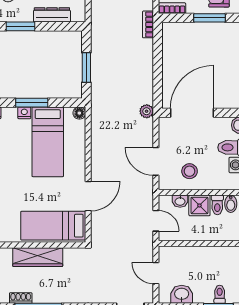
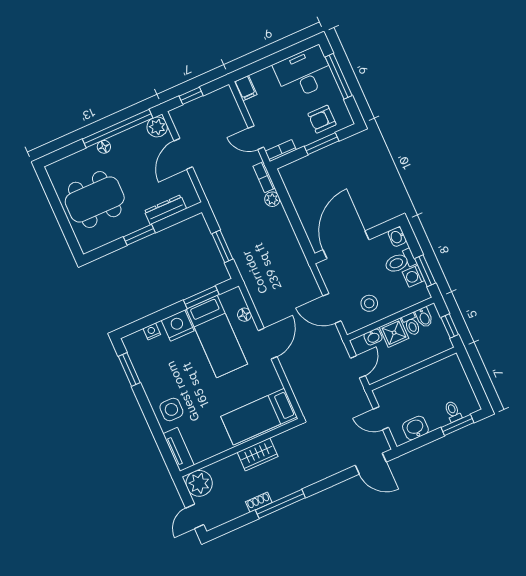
window: (32, 103) -> (201, 297), moved
plant: (147, 111) -> (272, 199), moved
nightstand: (24, 113) -> (178, 325), width x1.89, depth x1.79
floor lamp: (79, 113) -> (244, 315), moved
door: (88, 196) -> (268, 344), moved
door: (156, 221) -> (358, 367), hinge flipped
wardrobe: (38, 257) -> (258, 454), width x0.67

